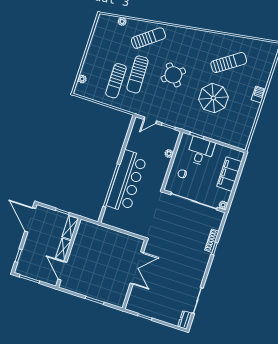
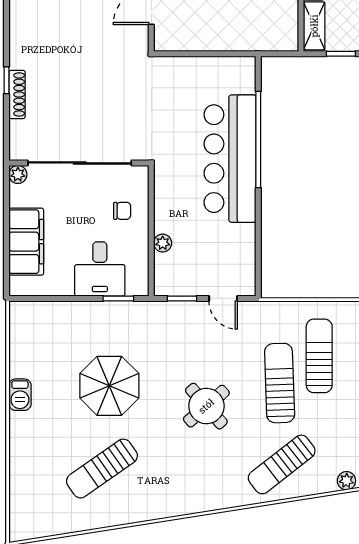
barbecue: (258, 95) -> (20, 395), moved
door: (150, 120) -> (223, 298), swing flipped

